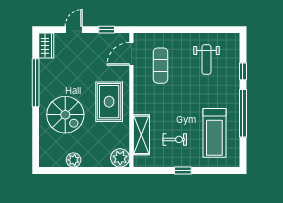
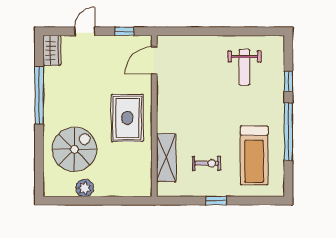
exercise mat: (161, 66) -> (189, 74), removed
spiral stairs: (65, 115) -> (74, 149), moved, turned -90
plant: (120, 158) -> (141, 185), removed

